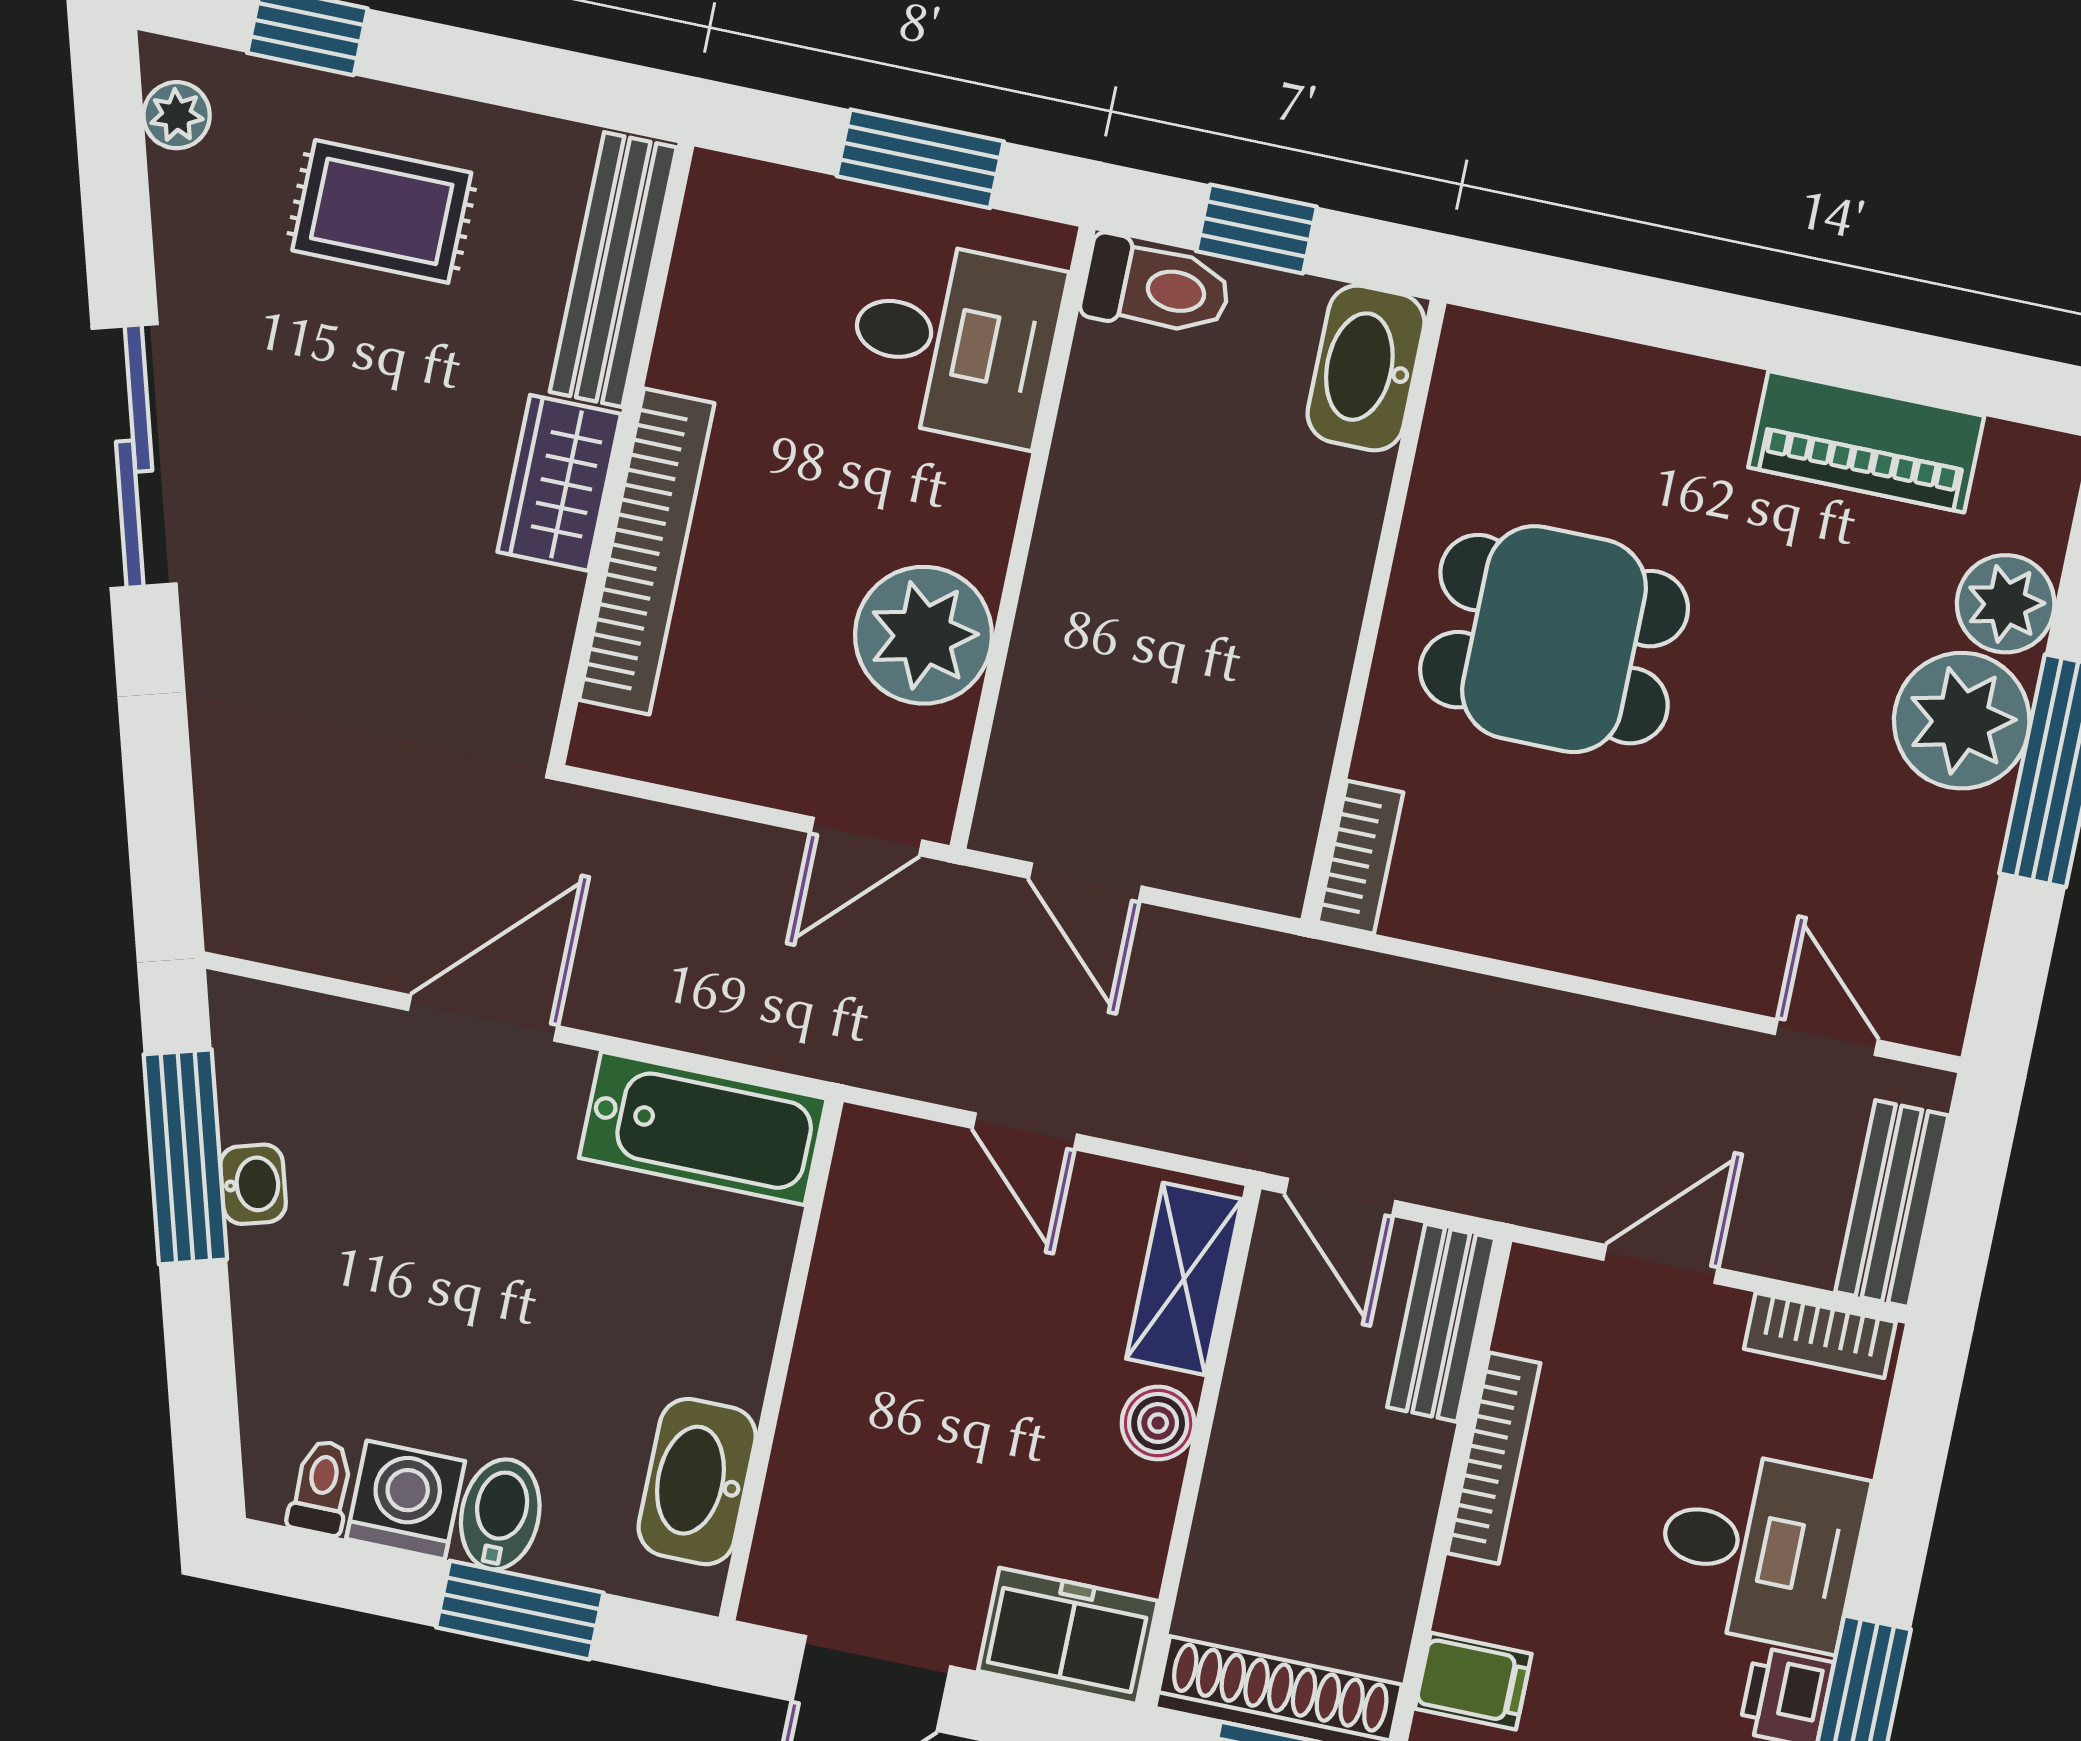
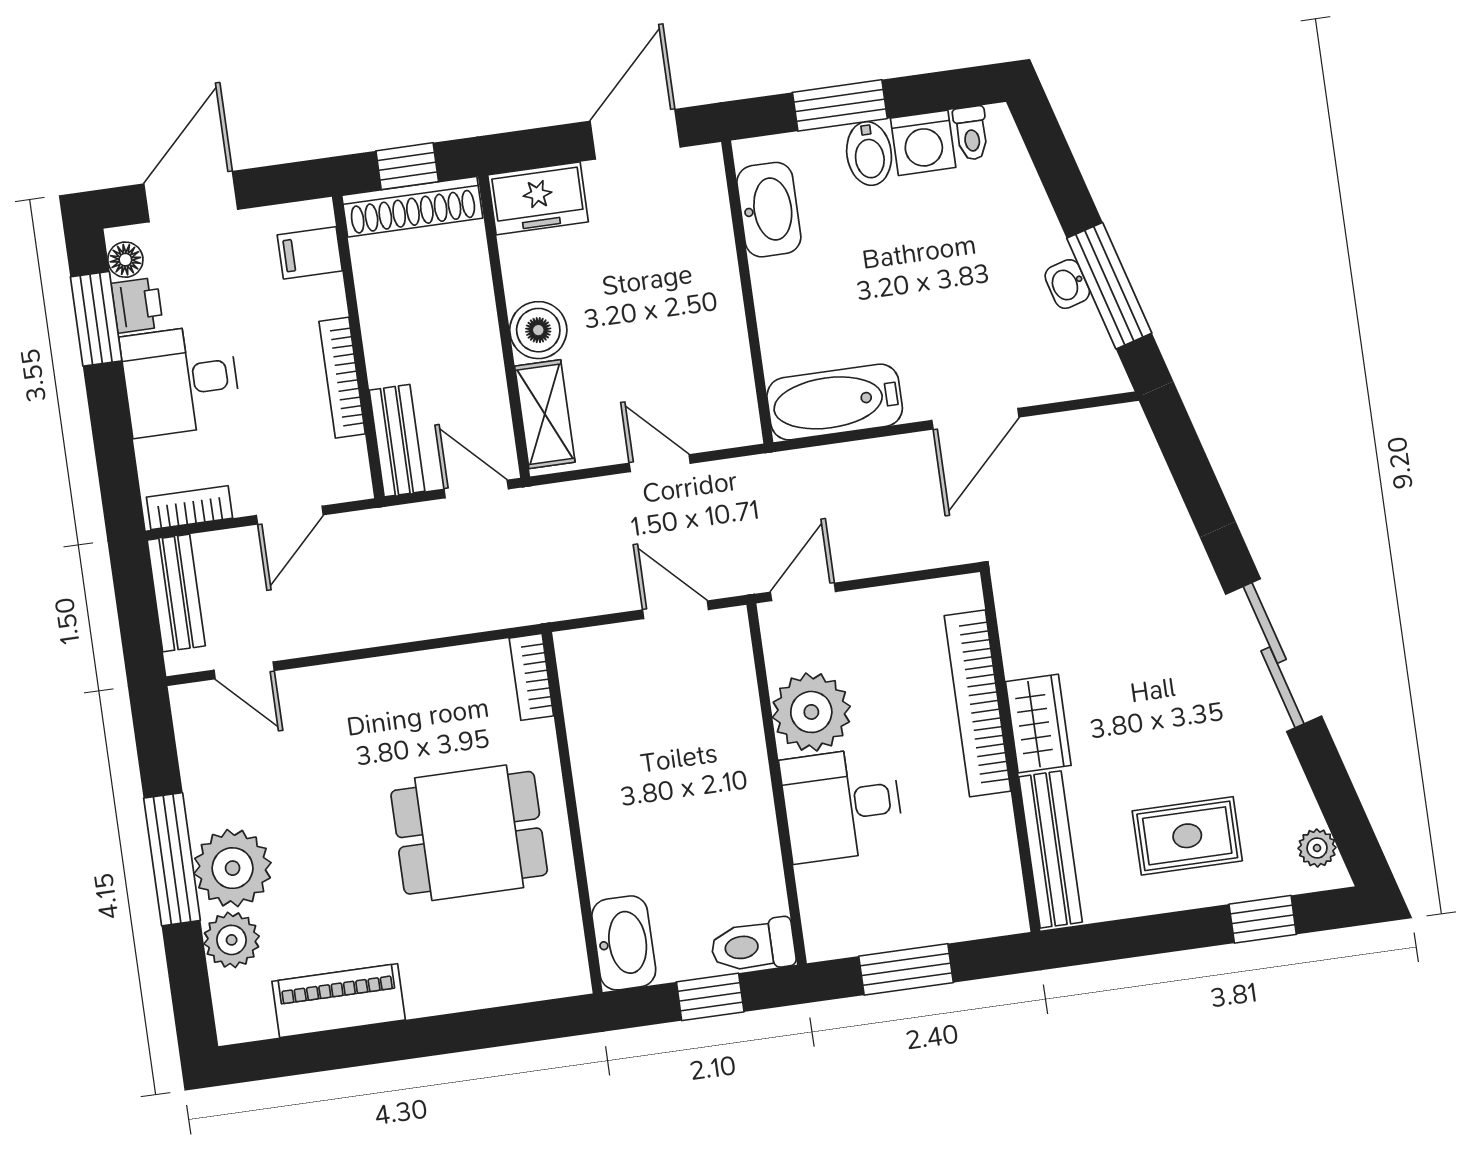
desk: (954, 341) -> (842, 805), moved
boiler: (1158, 1423) -> (538, 330), width x1.36, depth x1.36

